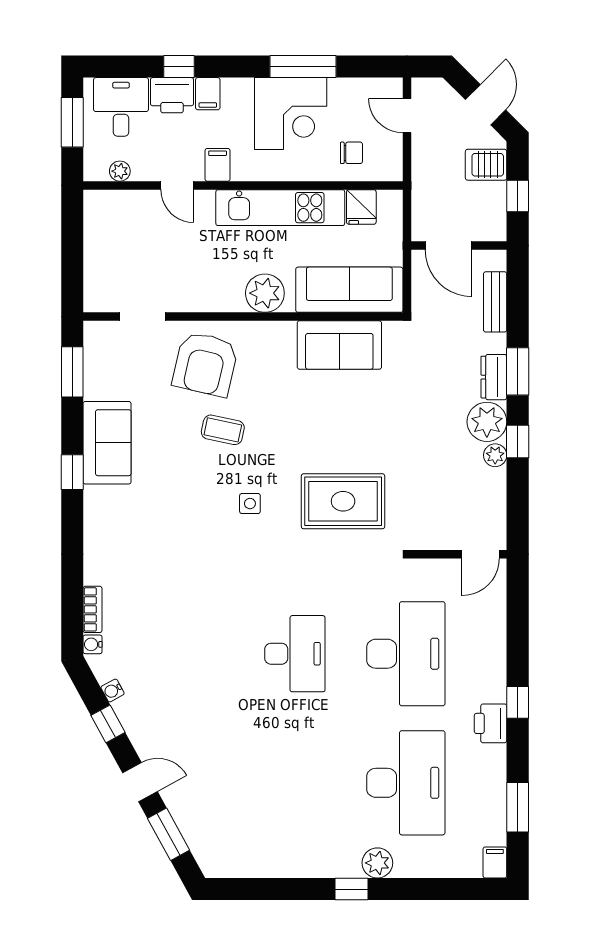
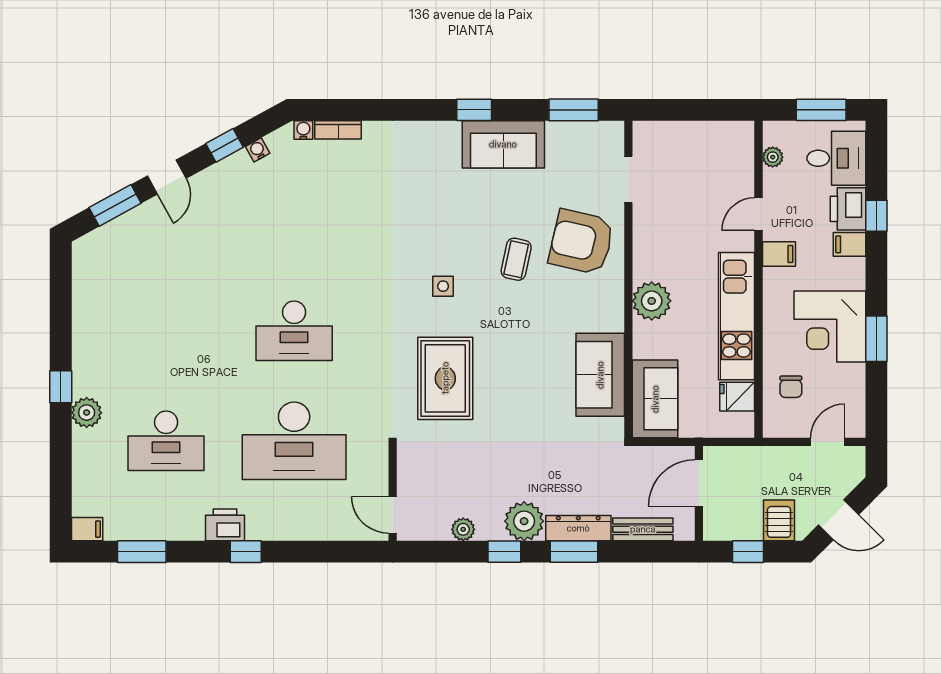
window: (303, 67) -> (876, 339), width x0.69
sofa: (349, 290) -> (655, 399), width x0.73
dresser: (494, 377) -> (578, 528), width x1.44
plant: (495, 455) -> (463, 529), moved
desk: (406, 783) -> (166, 441), width x0.73, depth x0.77

